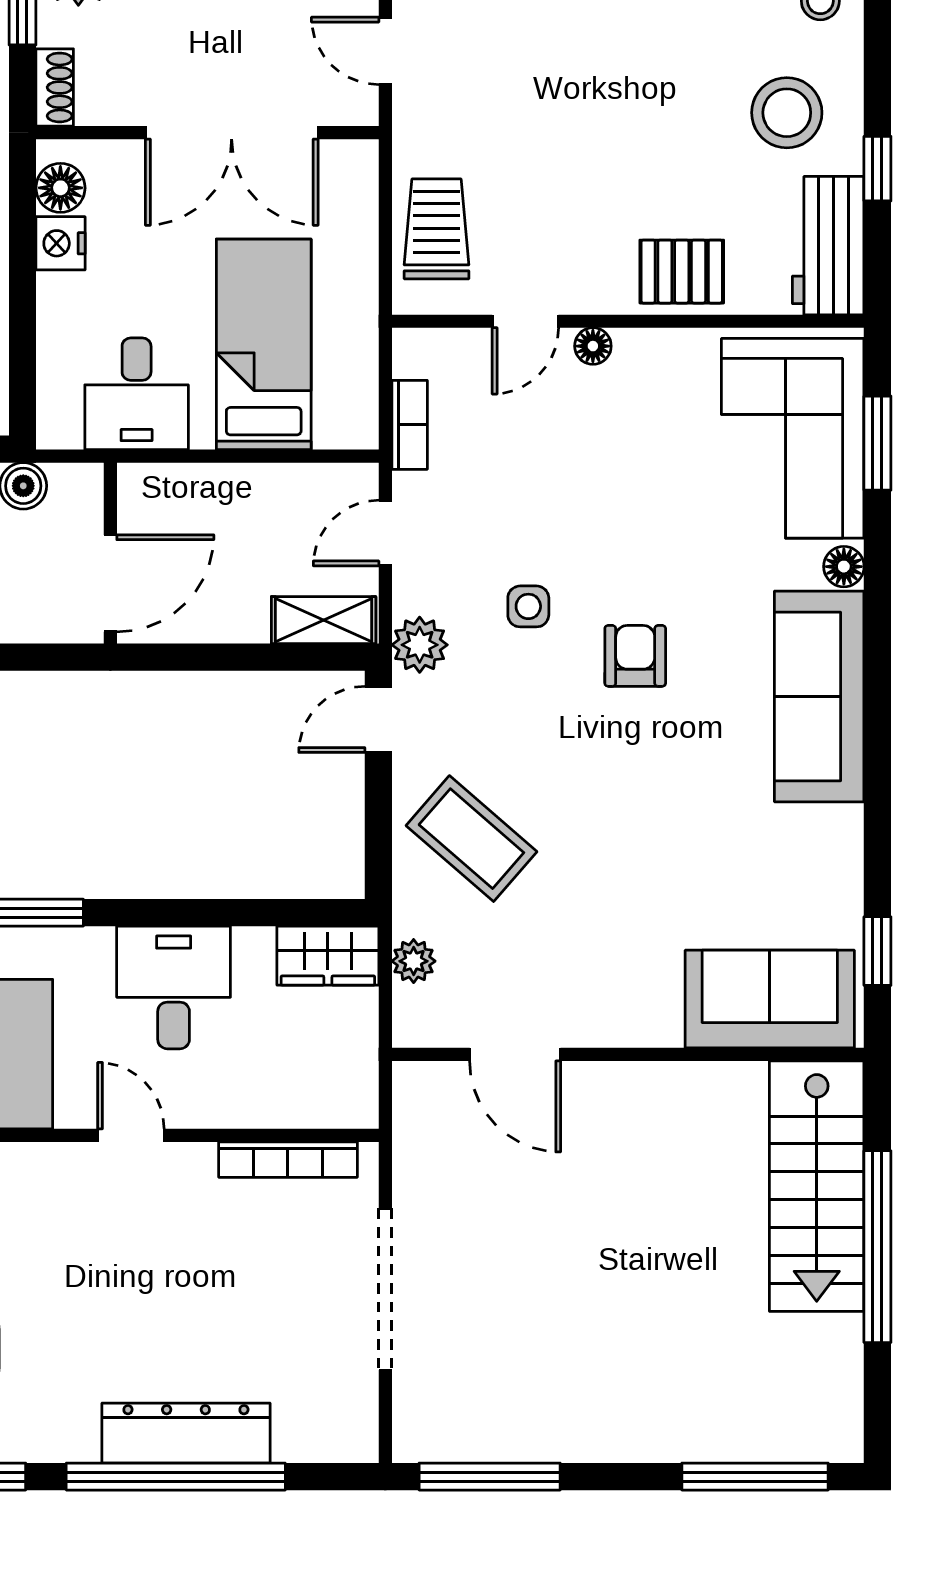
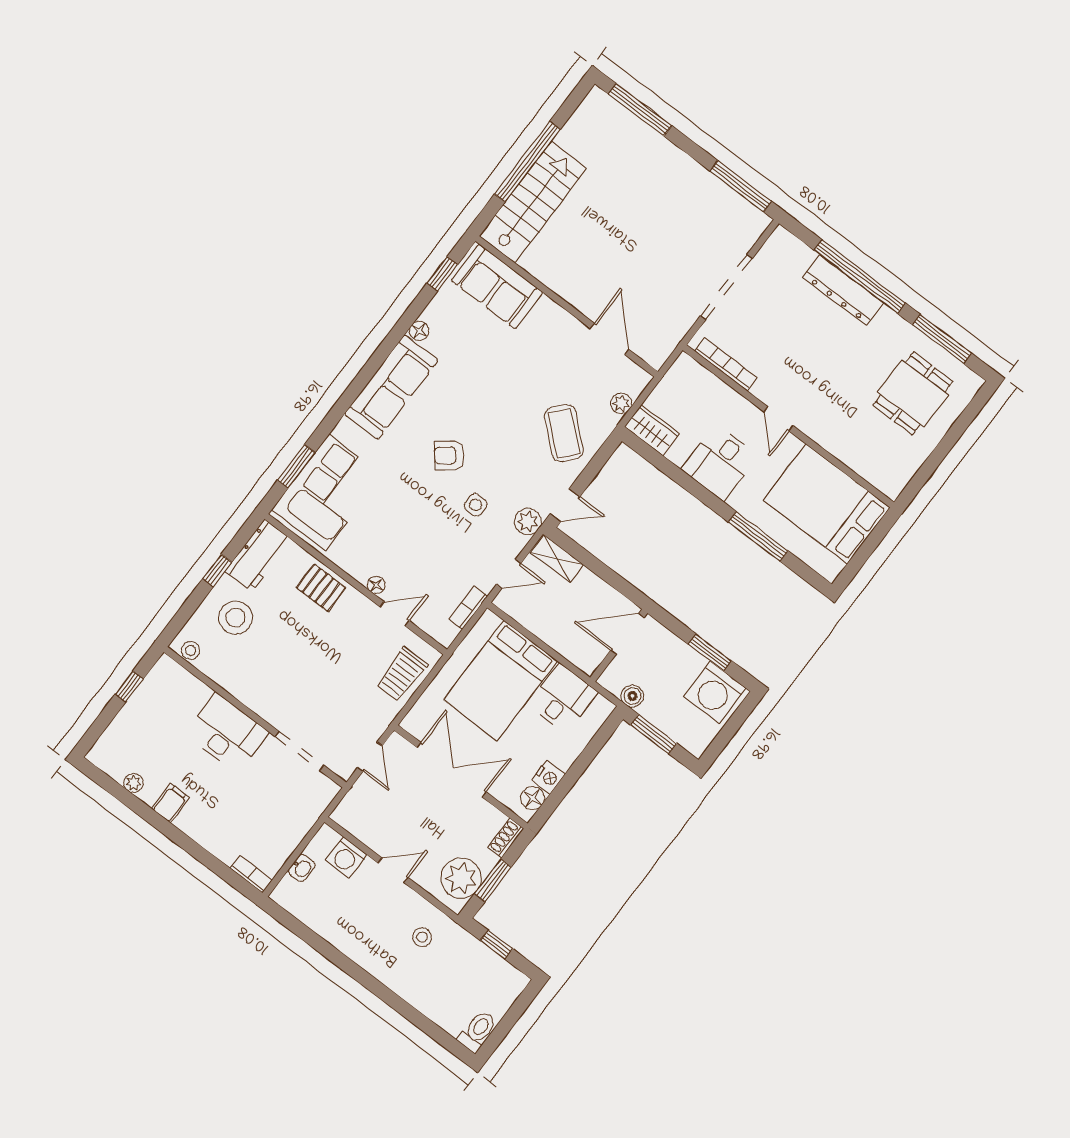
bed: (264, 344) -> (501, 680), width x1.50
floor lamp: (844, 567) -> (419, 331), moved
armchair: (635, 656) -> (449, 455), turned 52

